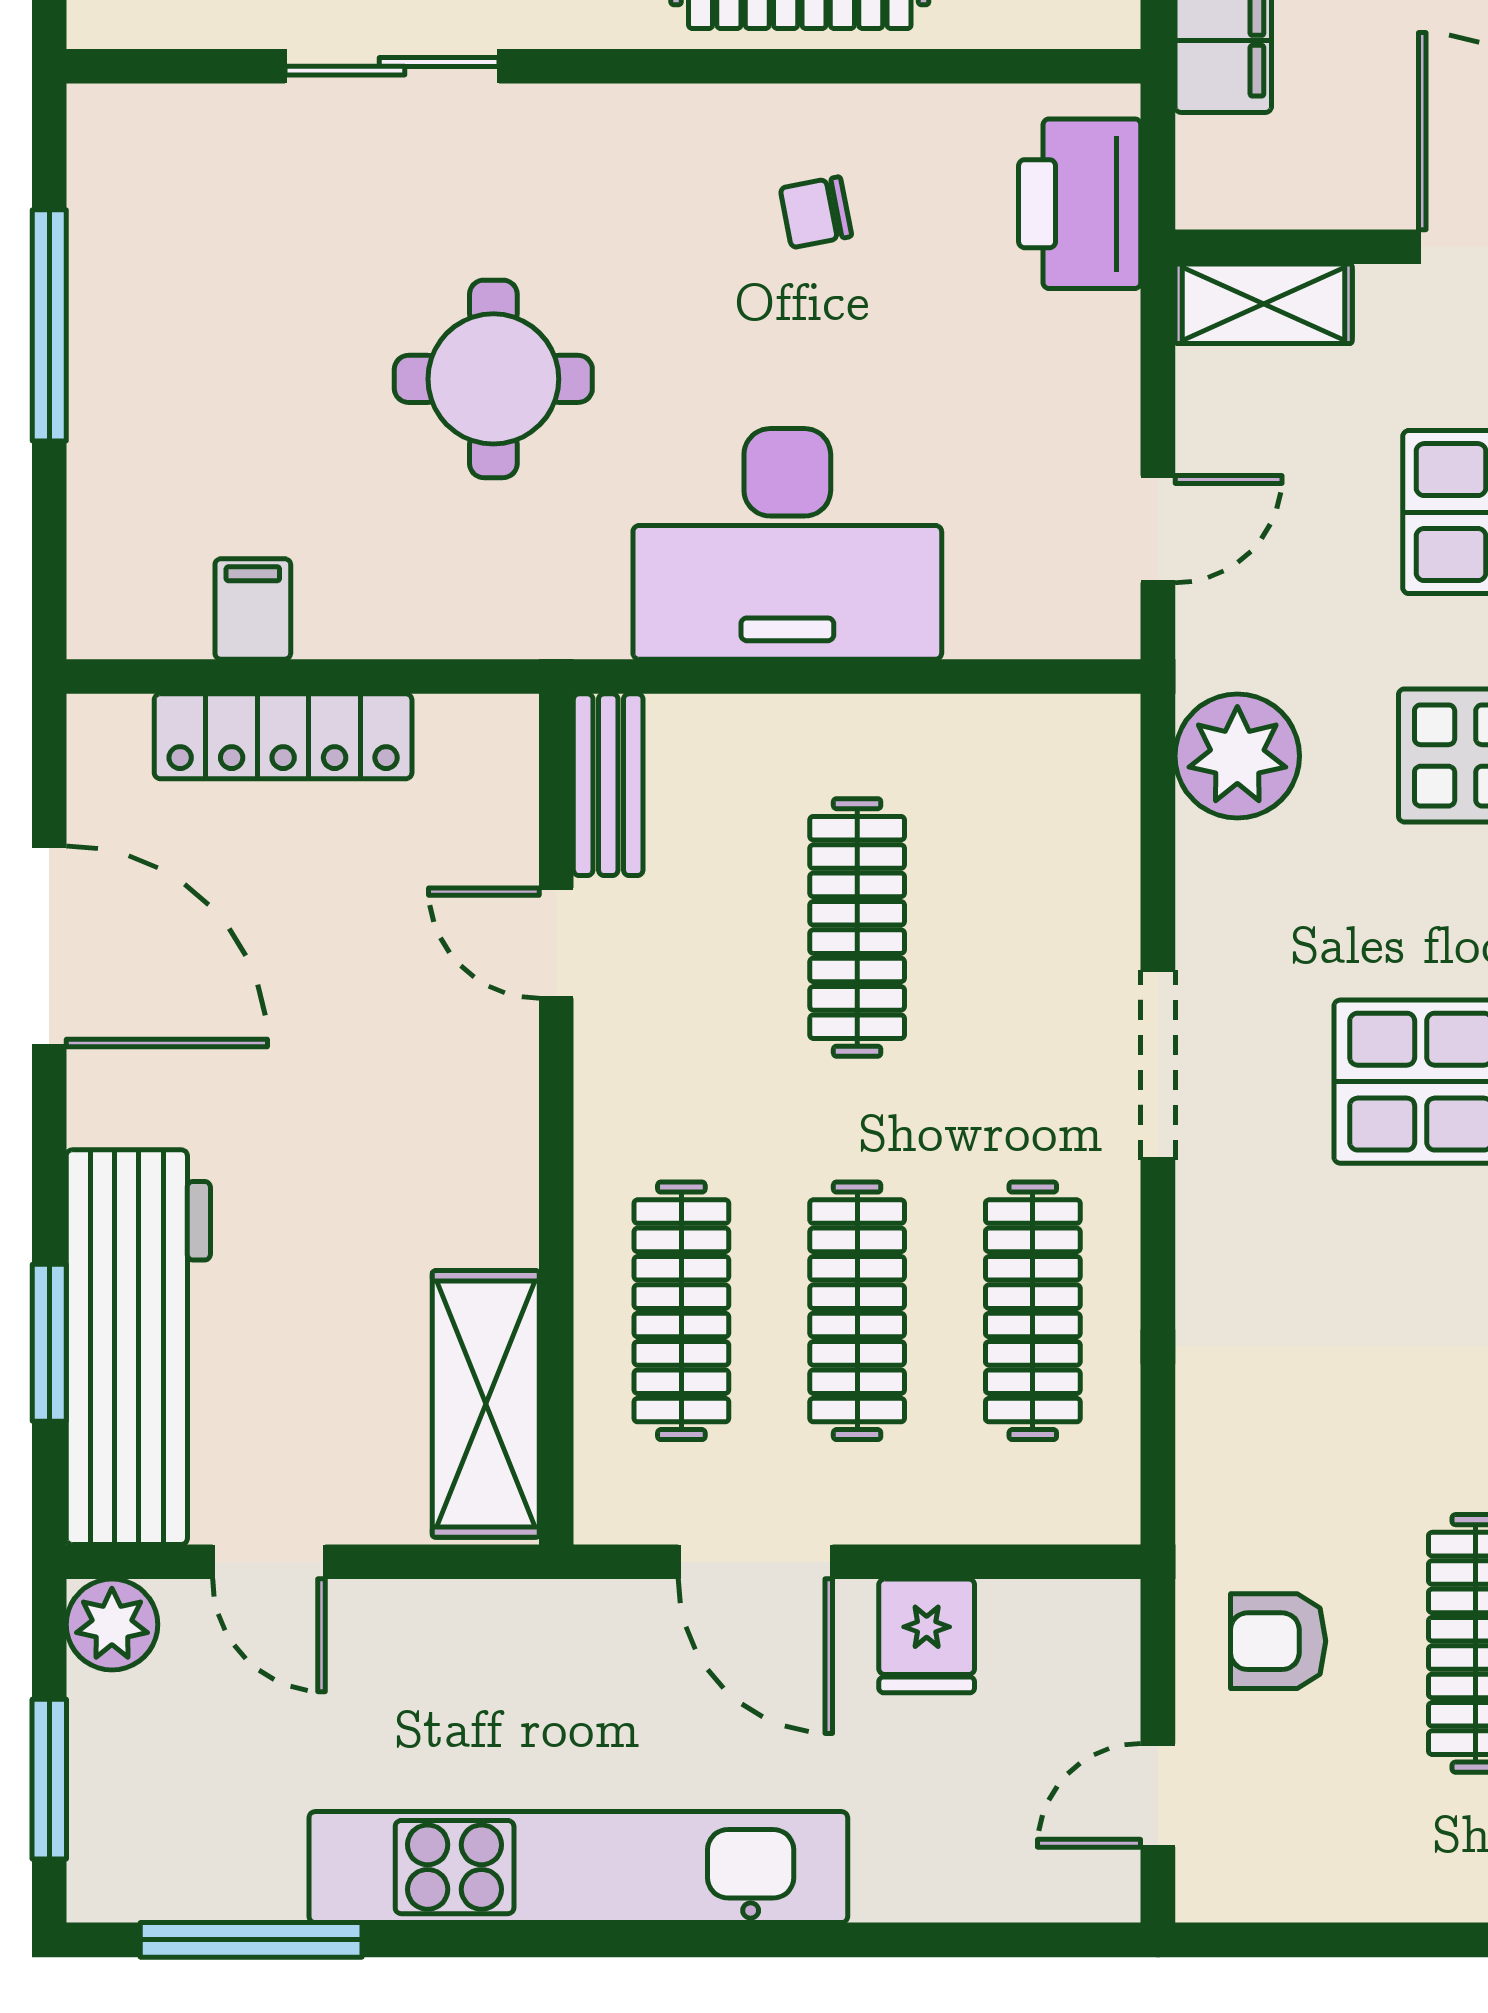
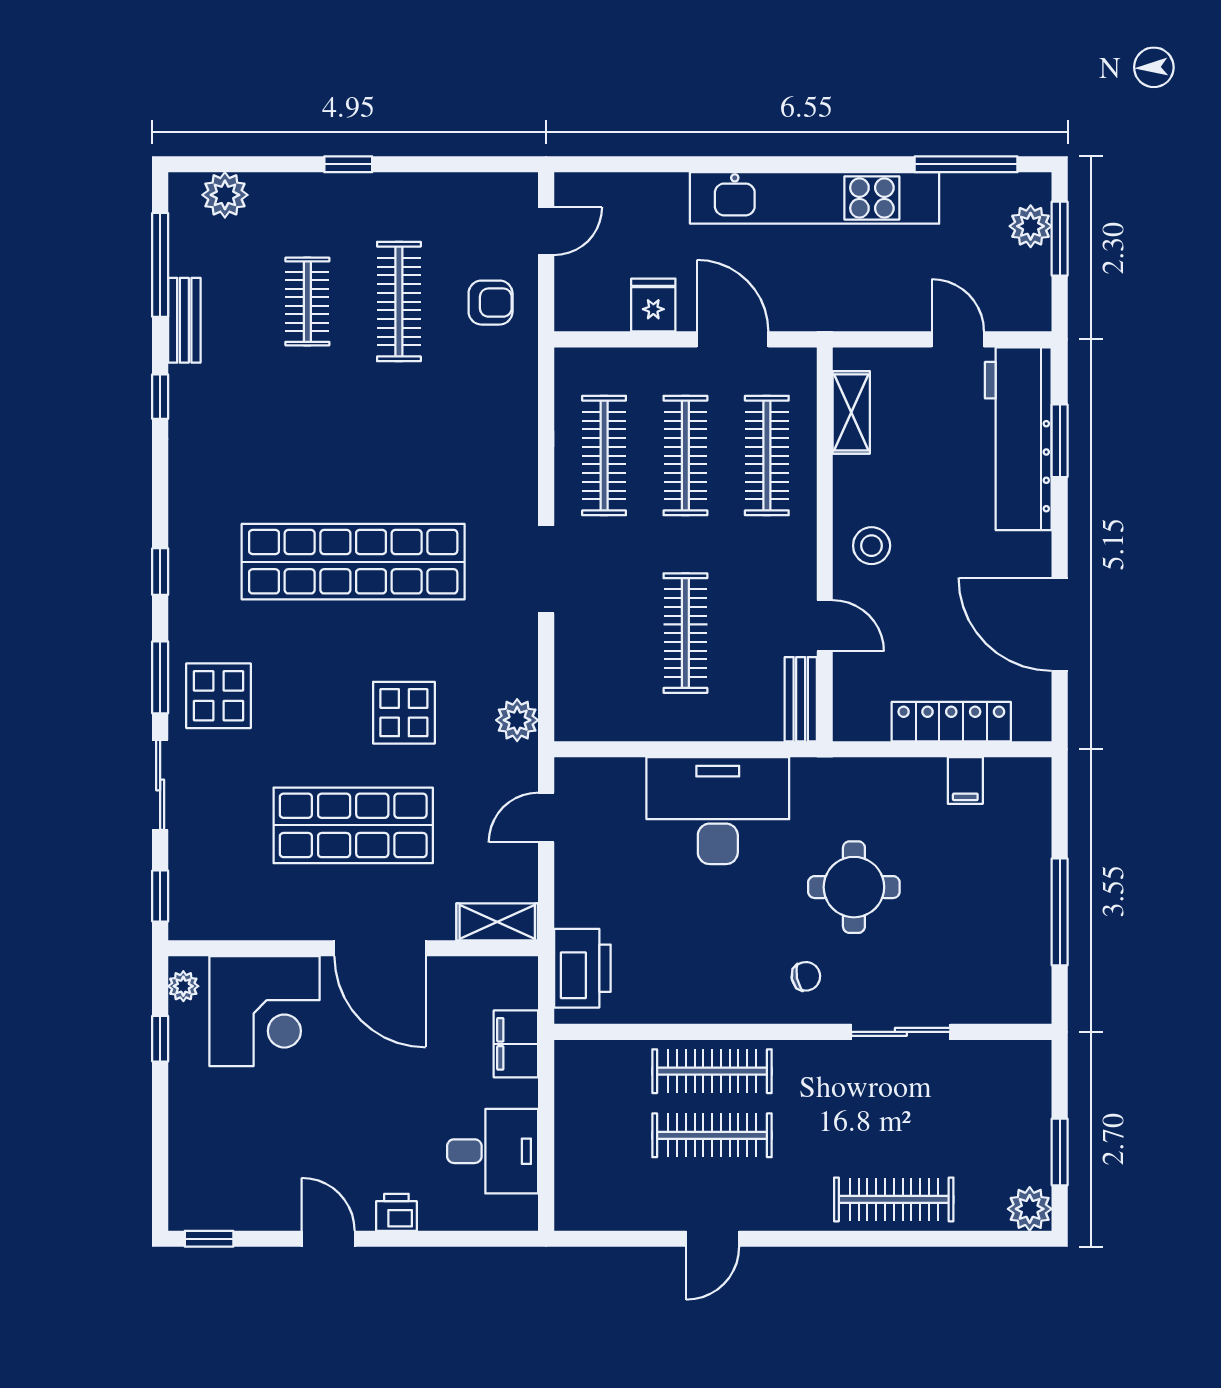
chair: (816, 212) -> (806, 976), moved
plant: (1237, 756) -> (517, 720), width x0.73, depth x0.73
stool: (455, 1116) -> (872, 546), added
shelving: (486, 1404) -> (851, 412), width x0.67, depth x0.75
plant: (112, 1625) -> (1031, 226), moved

